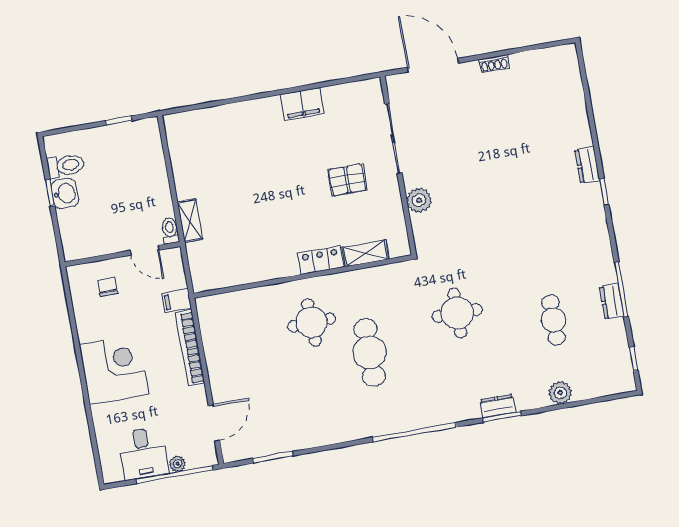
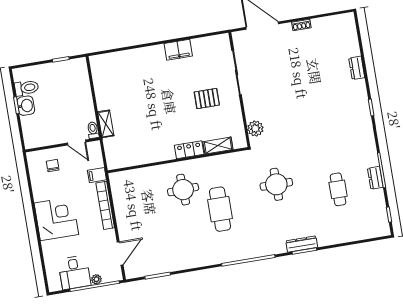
dresser: (587, 165) -> (357, 68), moved
plant: (419, 200) -> (255, 128), moved
plant: (560, 393) -> (342, 236), removed
dresser: (498, 406) -> (302, 244), width x1.44

